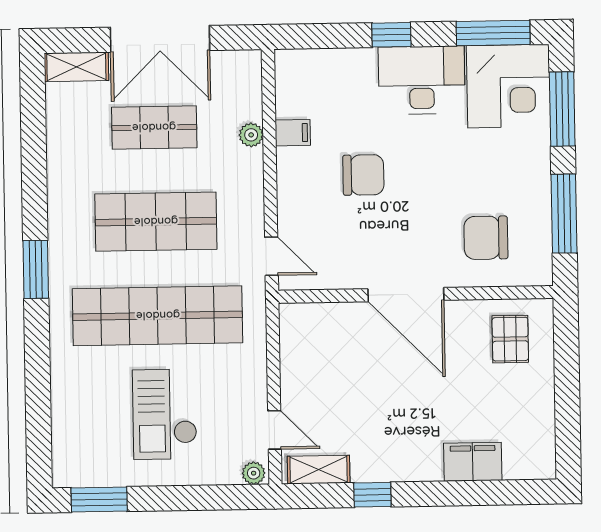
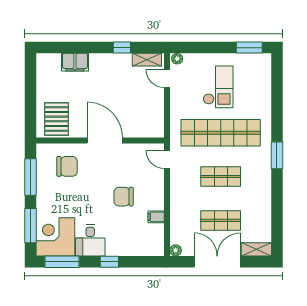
desk: (422, 80) -> (90, 240), width x0.73
plant: (251, 135) -> (176, 250), moved
shop shelf: (156, 222) -> (221, 177), width x0.70, depth x0.74
pallet: (510, 339) -> (56, 119), width x1.50, depth x1.42

